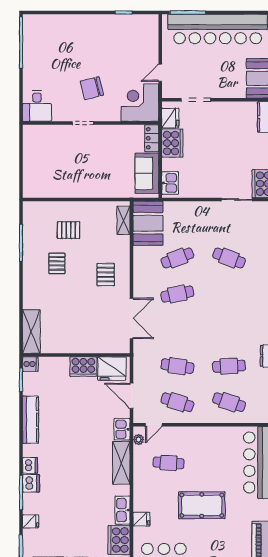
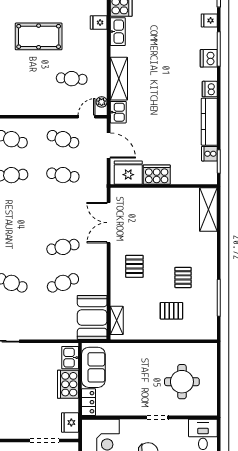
cooker: (172, 143) -> (68, 384), moved
round table: (58, 159) -> (182, 382), added
cooker: (30, 364) -> (209, 154), moved
dishwasher: (30, 465) -> (210, 89), moved

